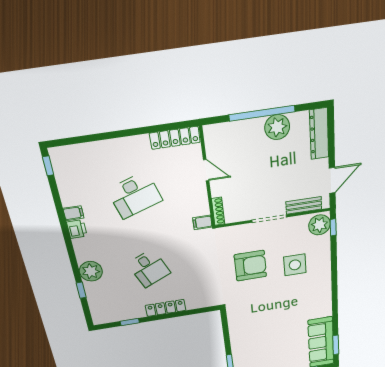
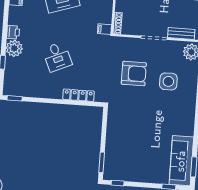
printer: (77, 229) -> (13, 32), moved
locker: (166, 308) -> (79, 95), moved
window: (130, 322) -> (15, 98), moved

